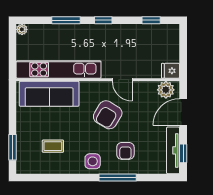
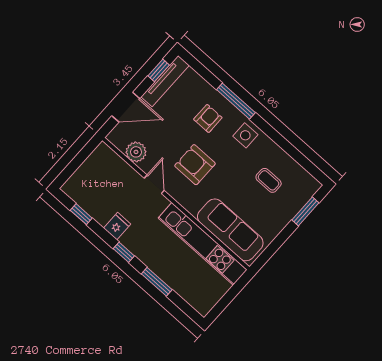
plant: (22, 29) -> (203, 309), removed
fridge: (170, 71) -> (117, 226), moved, turned -90
plant: (166, 90) -> (136, 152), moved
armchair: (108, 115) -> (195, 165), turned -121

